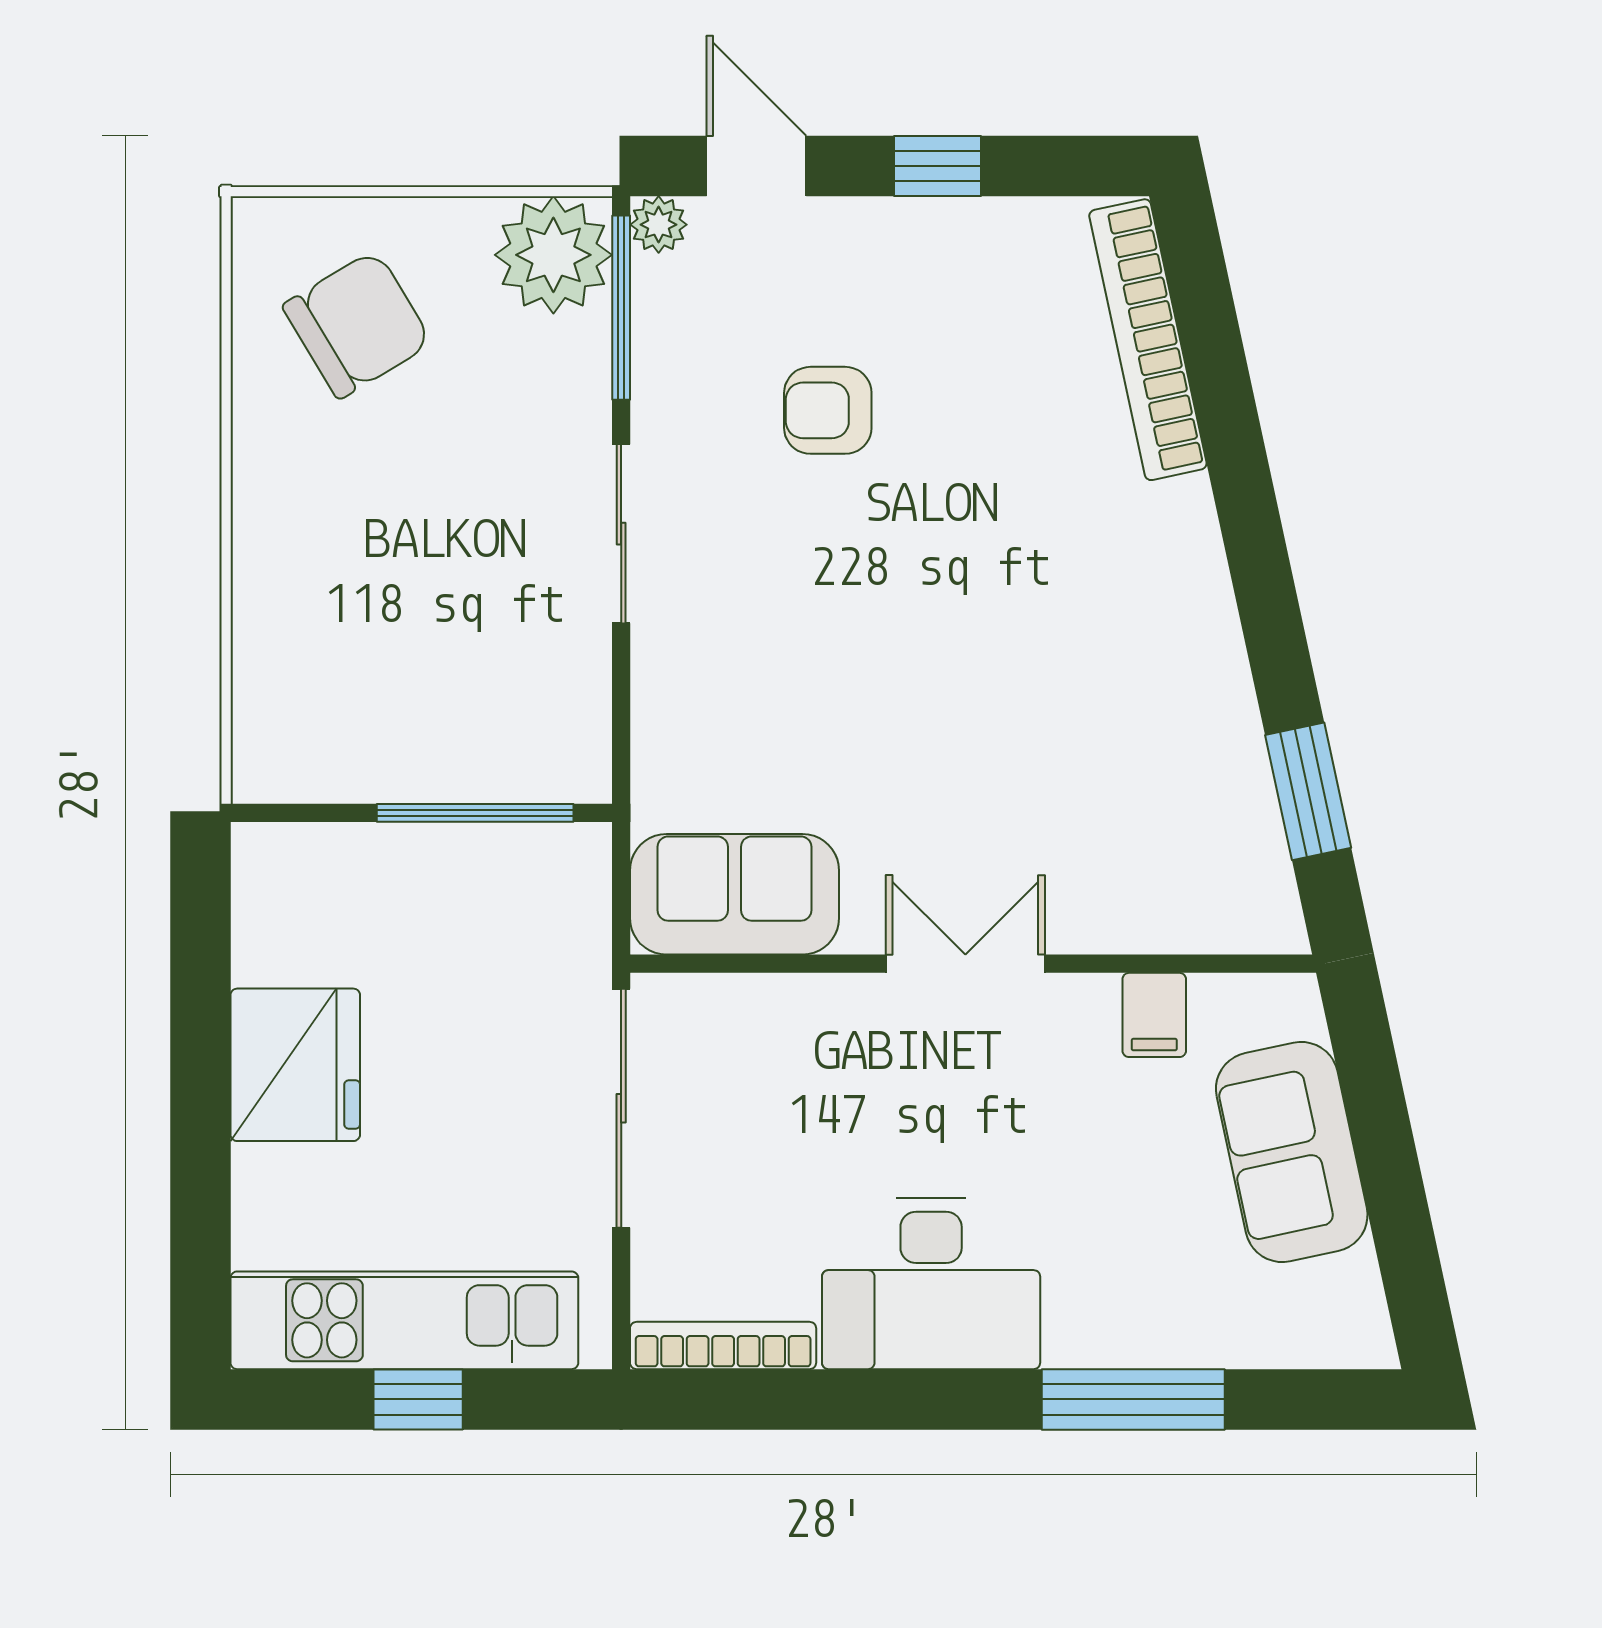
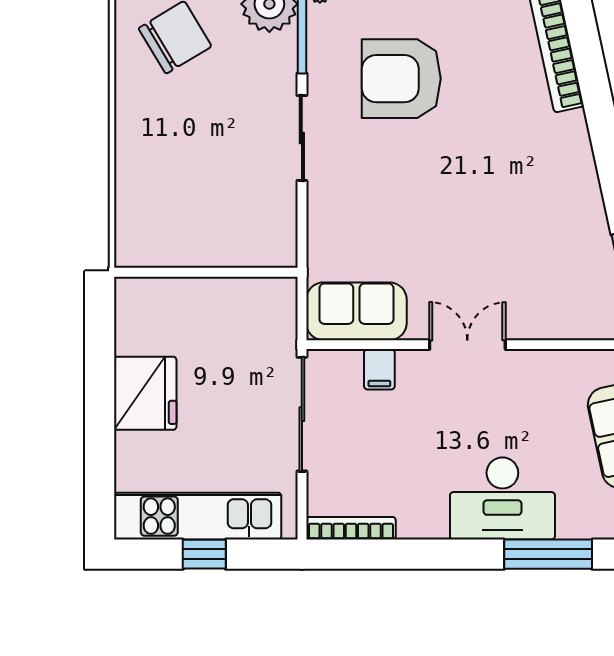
armchair: (828, 410) -> (401, 79), width x1.88, depth x1.88
window: (475, 813) -> (232, 272), removed
filing cabinet: (1154, 1015) -> (379, 369), moved
desk: (931, 1284) -> (502, 498), moved

